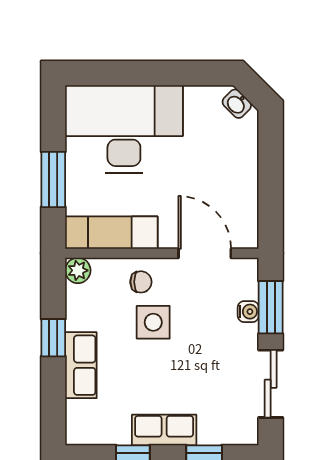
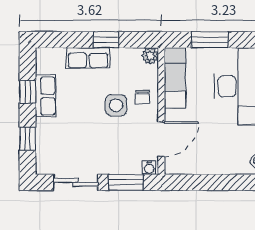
water cooler: (248, 312) -> (149, 168), moved
row of seats: (164, 430) -> (45, 96), moved

